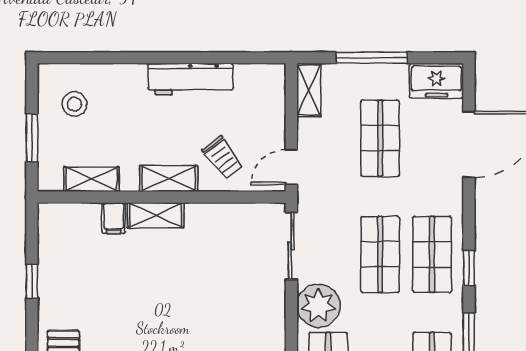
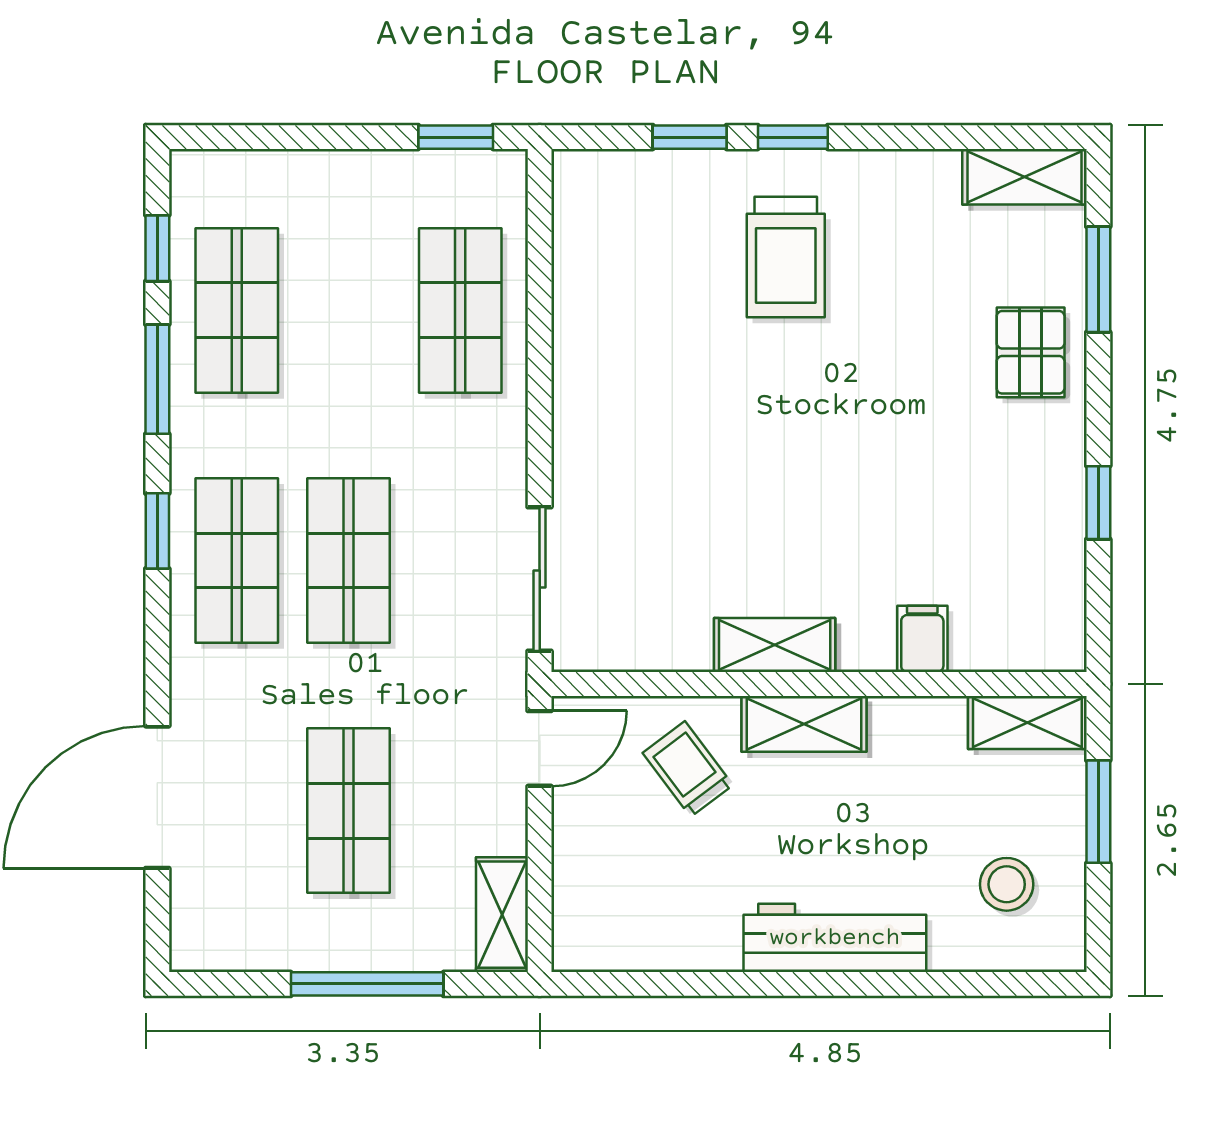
workbench: (191, 79) -> (835, 938), moved
freezer: (436, 81) -> (227, 934), removed
shelving: (91, 179) -> (1027, 722), moved
shelving: (156, 215) -> (775, 645), moved
plant: (318, 306) -> (481, 450), removed

